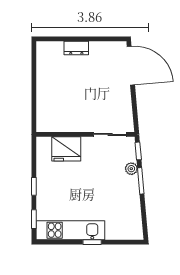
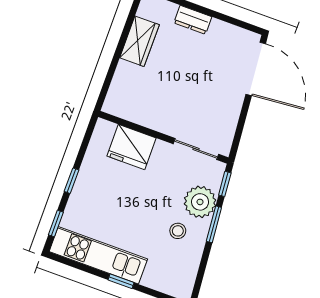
wardrobe: (46, 76) -> (139, 41), added
plant: (131, 169) -> (200, 202), width x1.88, depth x1.88
stool: (118, 194) -> (178, 231), added

